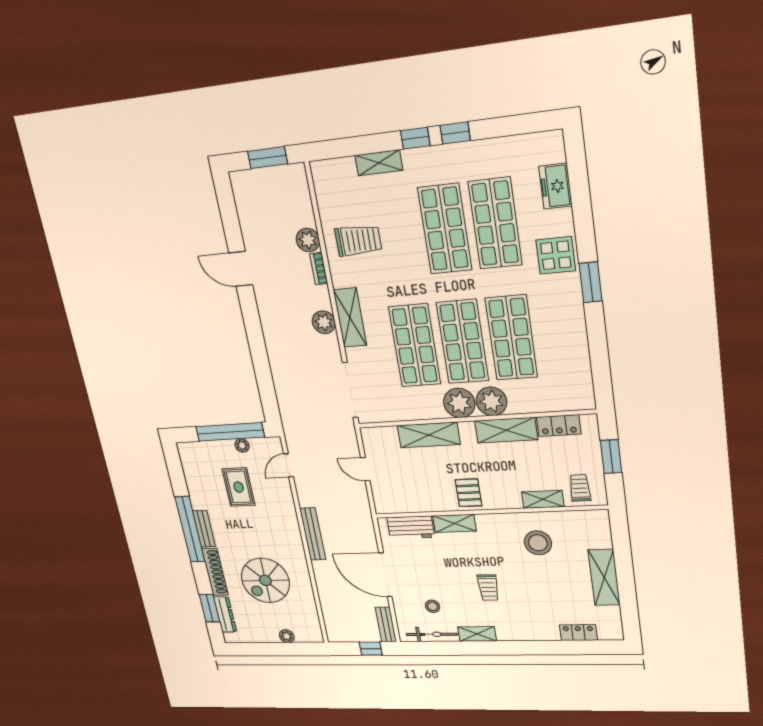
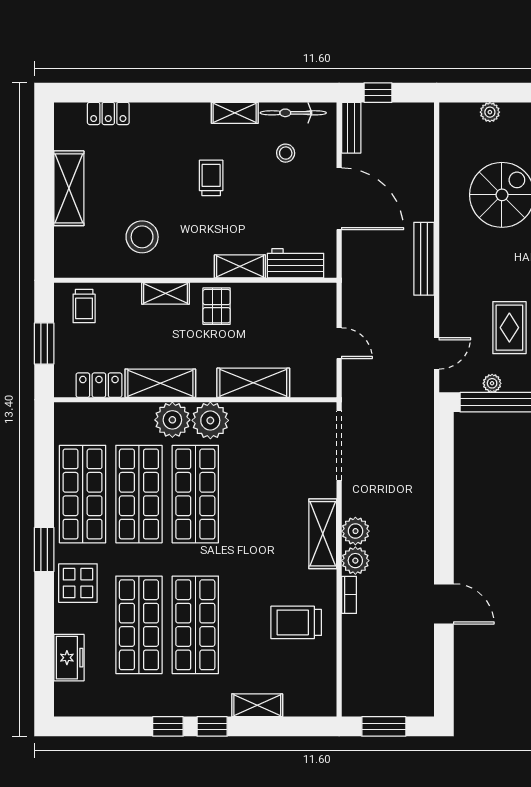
plant: (308, 240) -> (355, 561), moved
shop shelf: (415, 346) -> (83, 494), moved
shelving: (543, 499) -> (166, 293), moved

